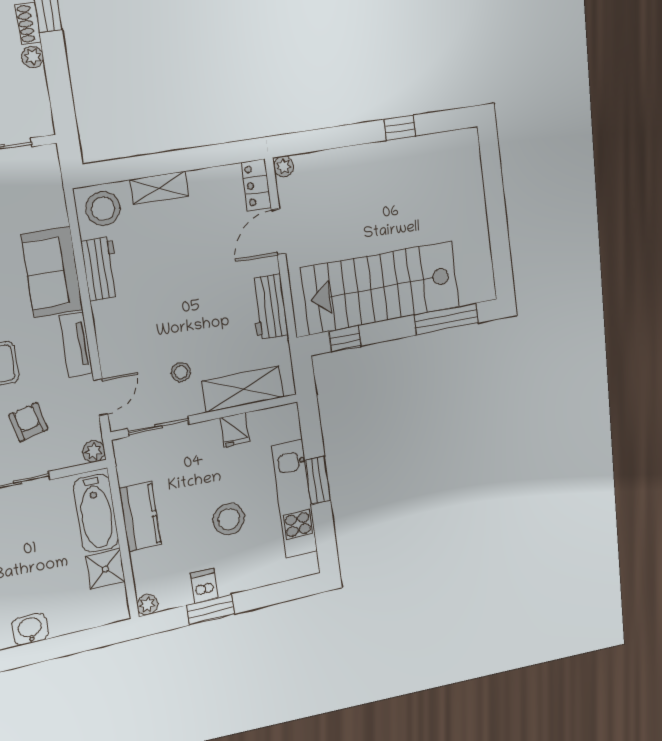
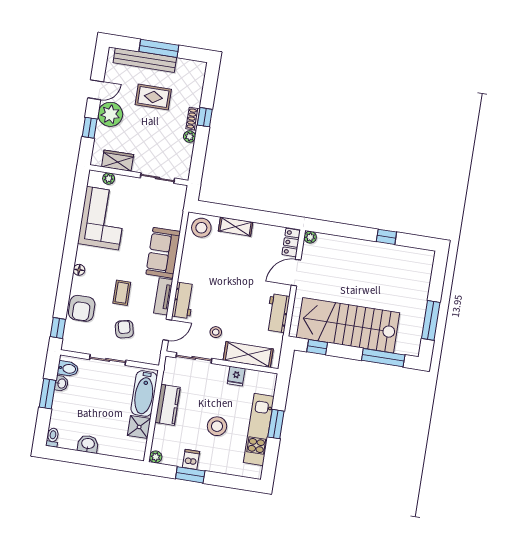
window: (499, 237) -> (431, 320), added
workbench: (101, 269) -> (183, 300), moved
plant: (94, 451) -> (154, 358), removed

